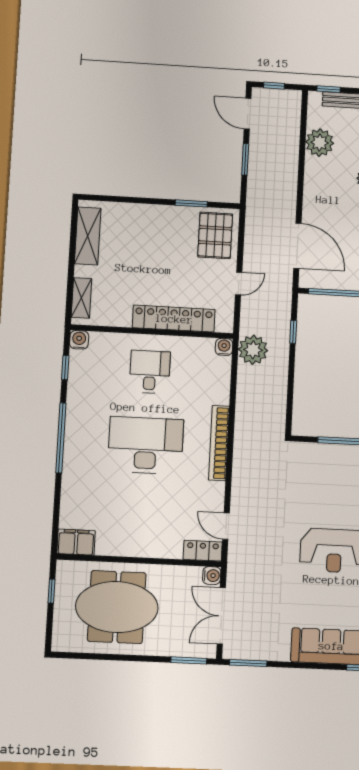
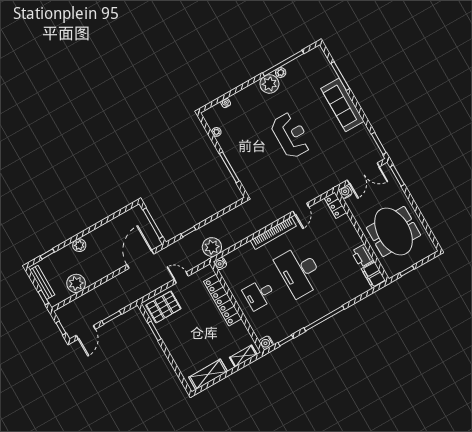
door: (226, 526) -> (301, 209), moved
printer: (111, 544) -> (362, 256), added

